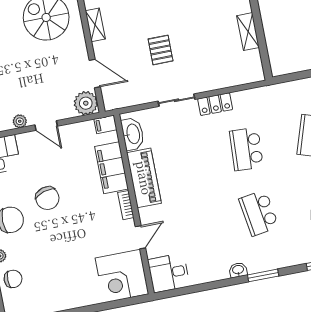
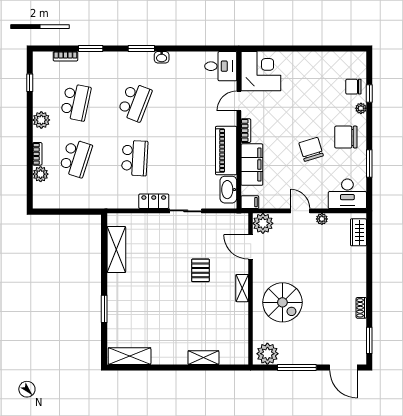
shelving: (248, 32) -> (116, 250), width x1.50, depth x1.33
pallet: (161, 50) -> (200, 270), moved
school desk: (259, 213) -> (135, 102), turned 30

